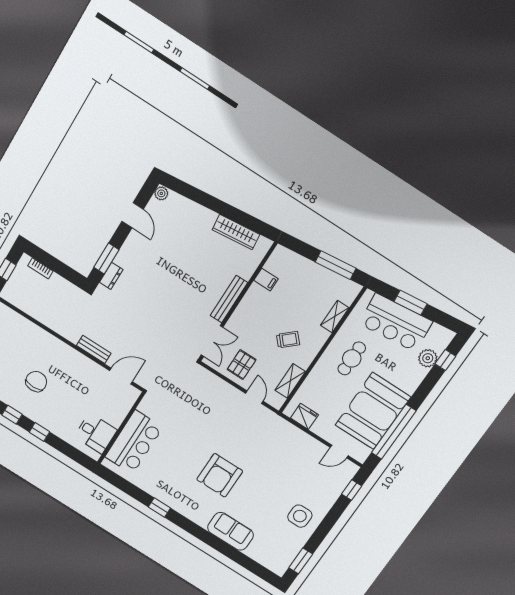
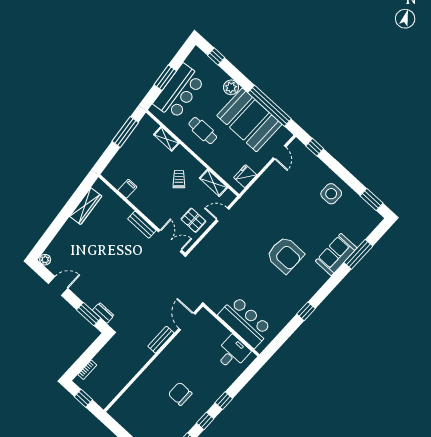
bench: (229, 299) -> (142, 225), width x0.73
plant: (428, 358) -> (231, 87), moved
window: (235, 555) -> (358, 254), added

